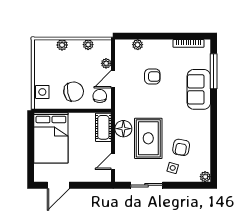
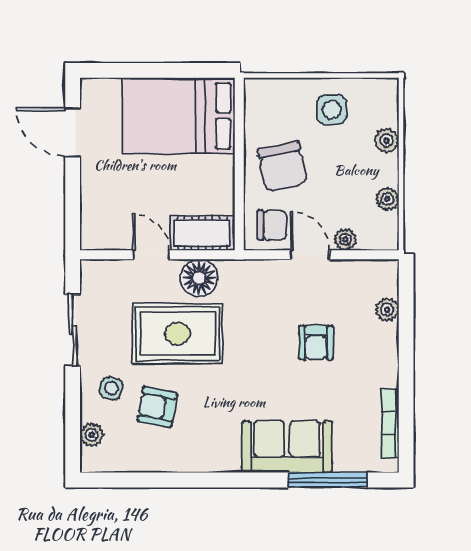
side table: (42, 92) -> (332, 110), moved
door: (113, 161) -> (151, 255), moved
plant: (205, 177) -> (92, 435), moved

